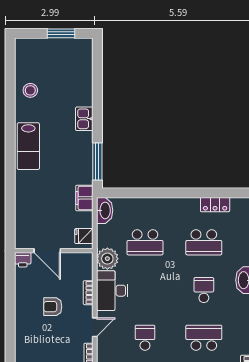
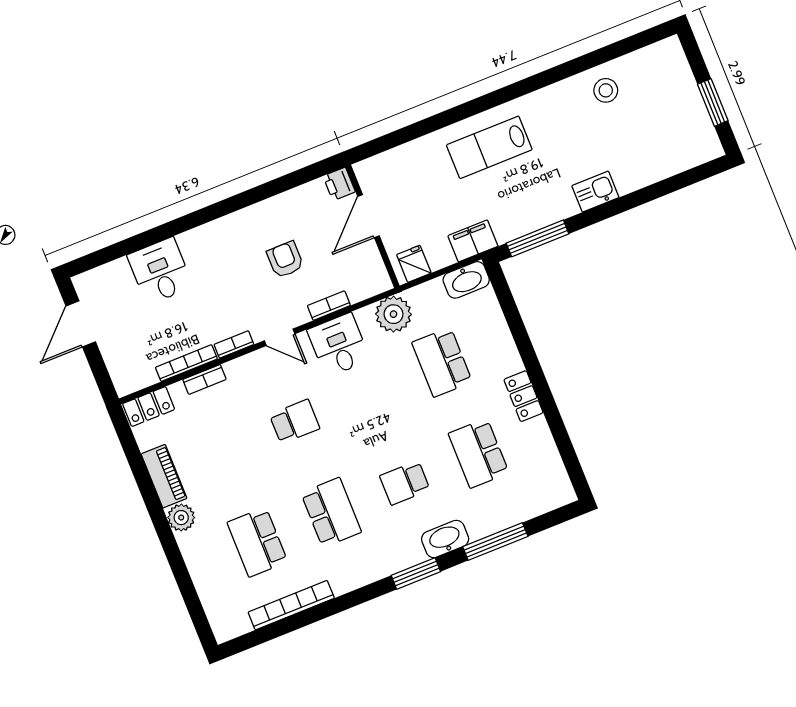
lab bench: (28, 146) -> (489, 147), moved
locker: (215, 205) -> (523, 396), moved
school desk: (204, 290) -> (405, 483), turned 180
desk: (112, 291) -> (339, 345), width x0.73

